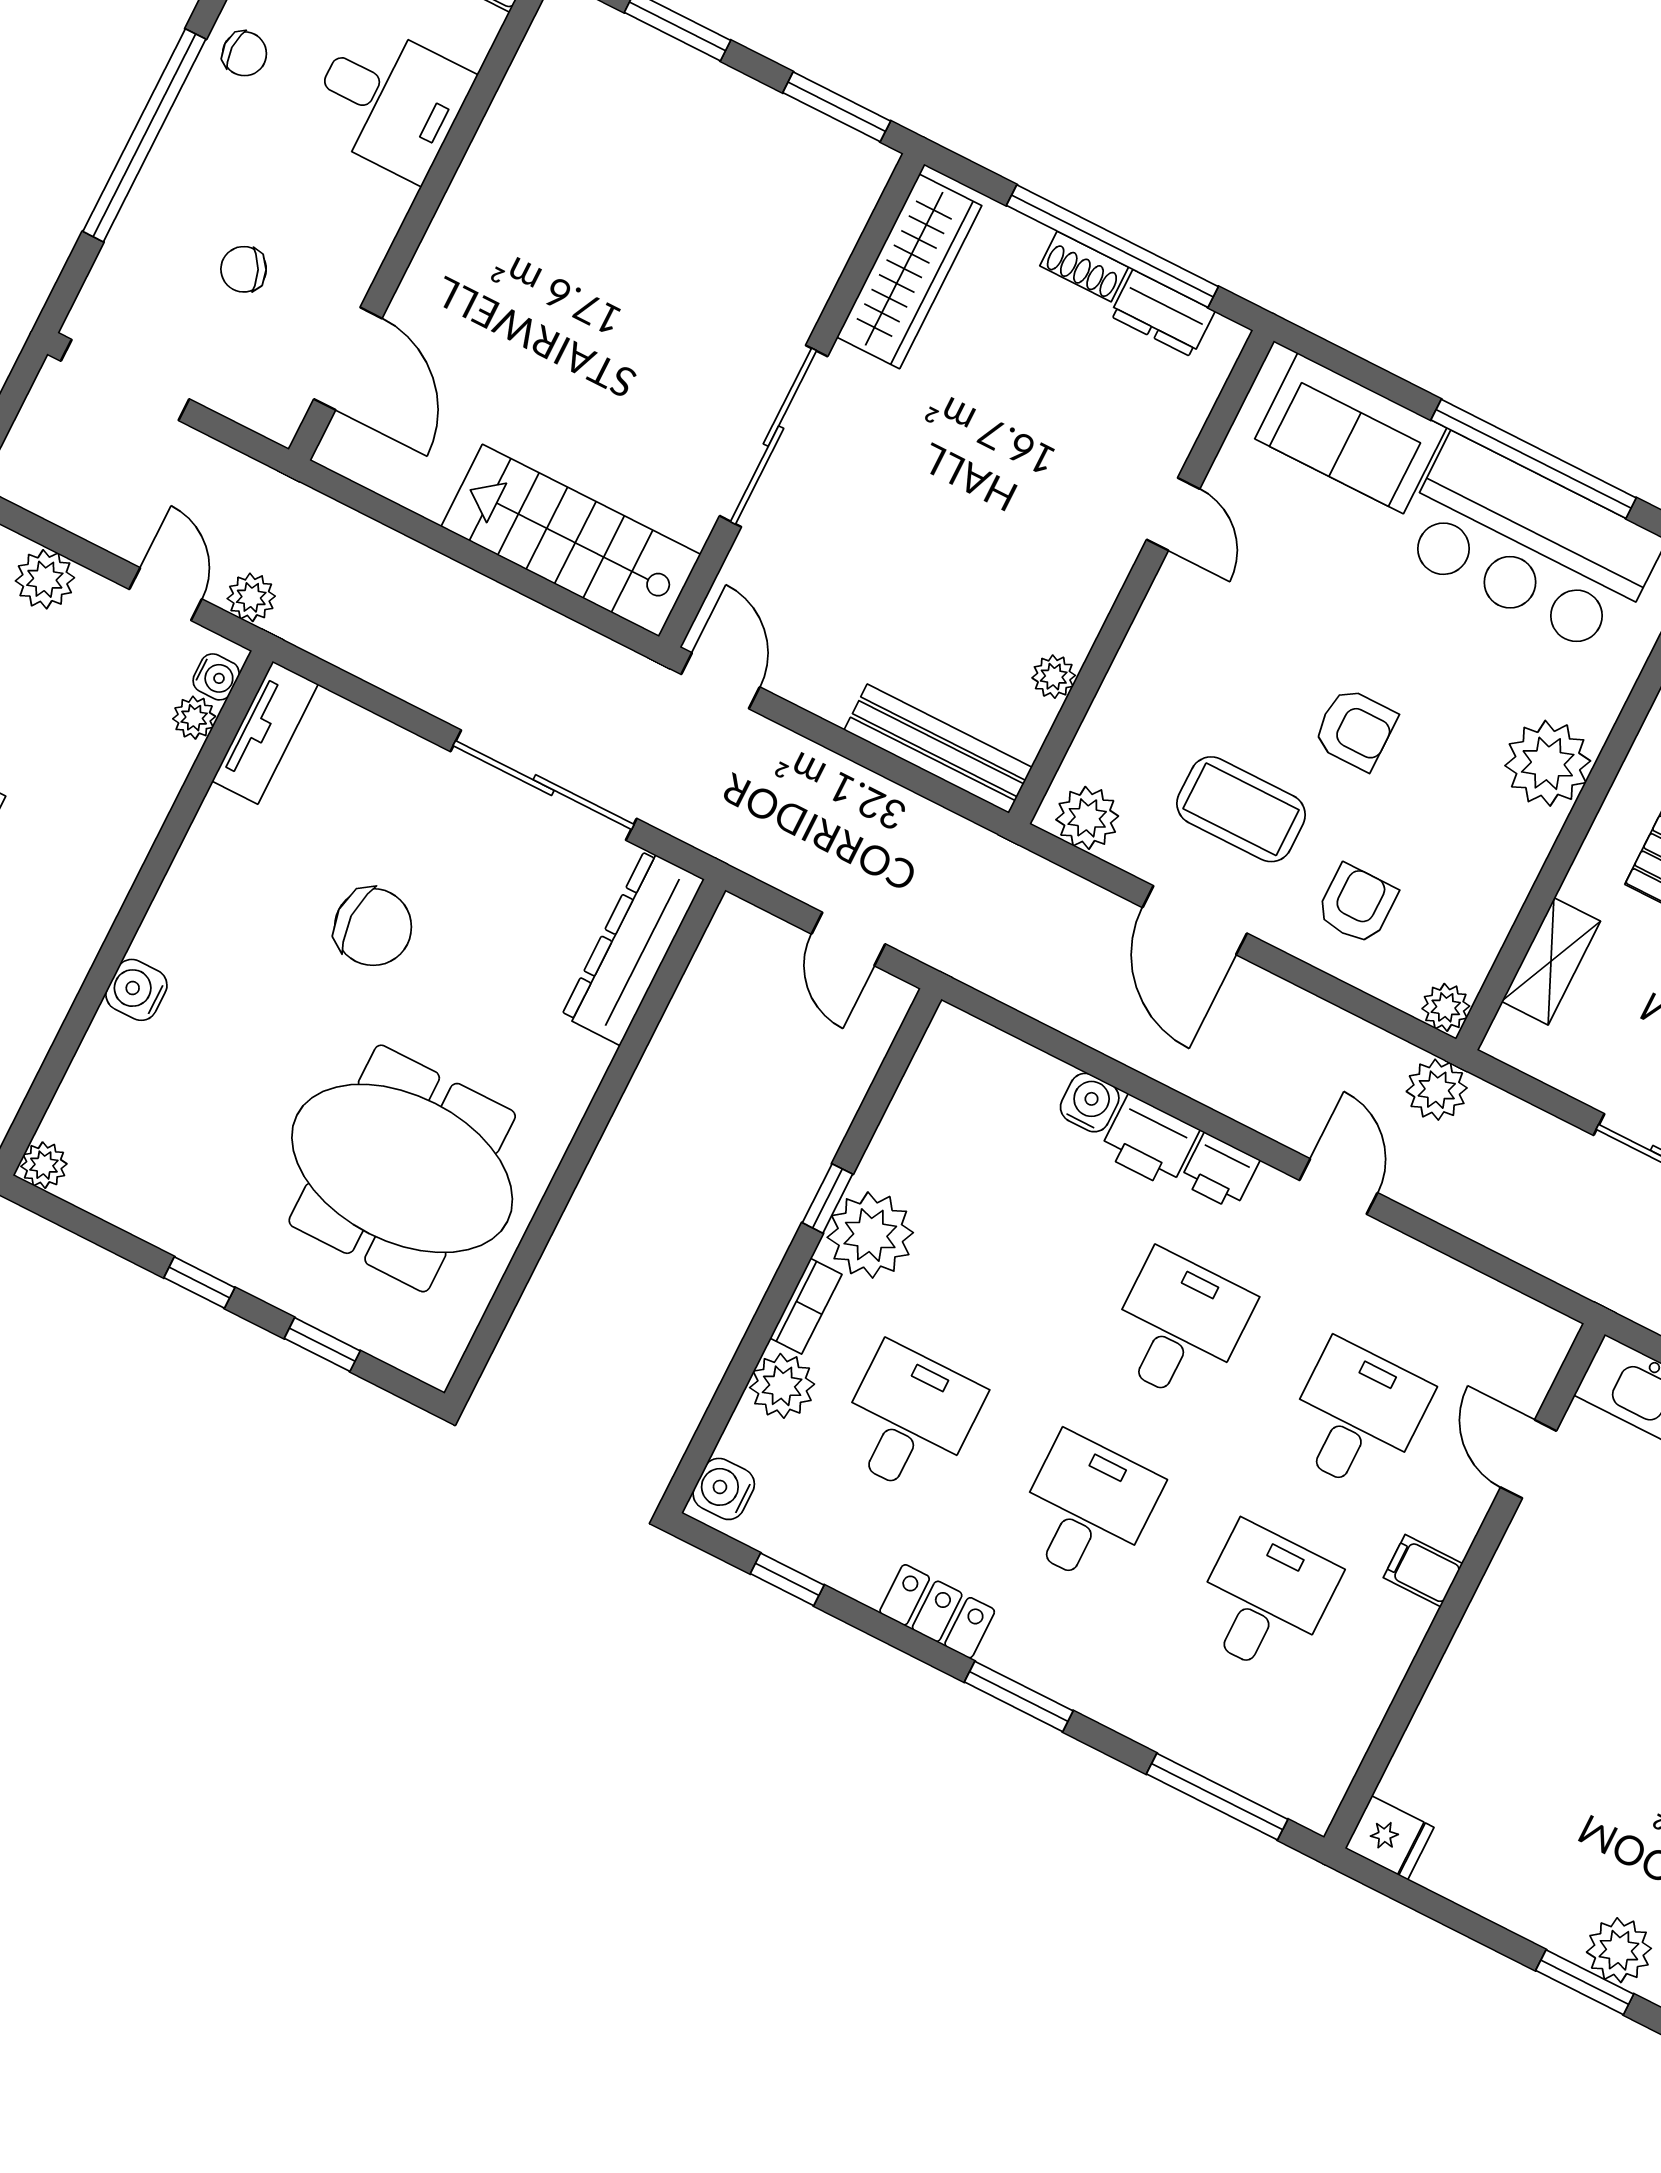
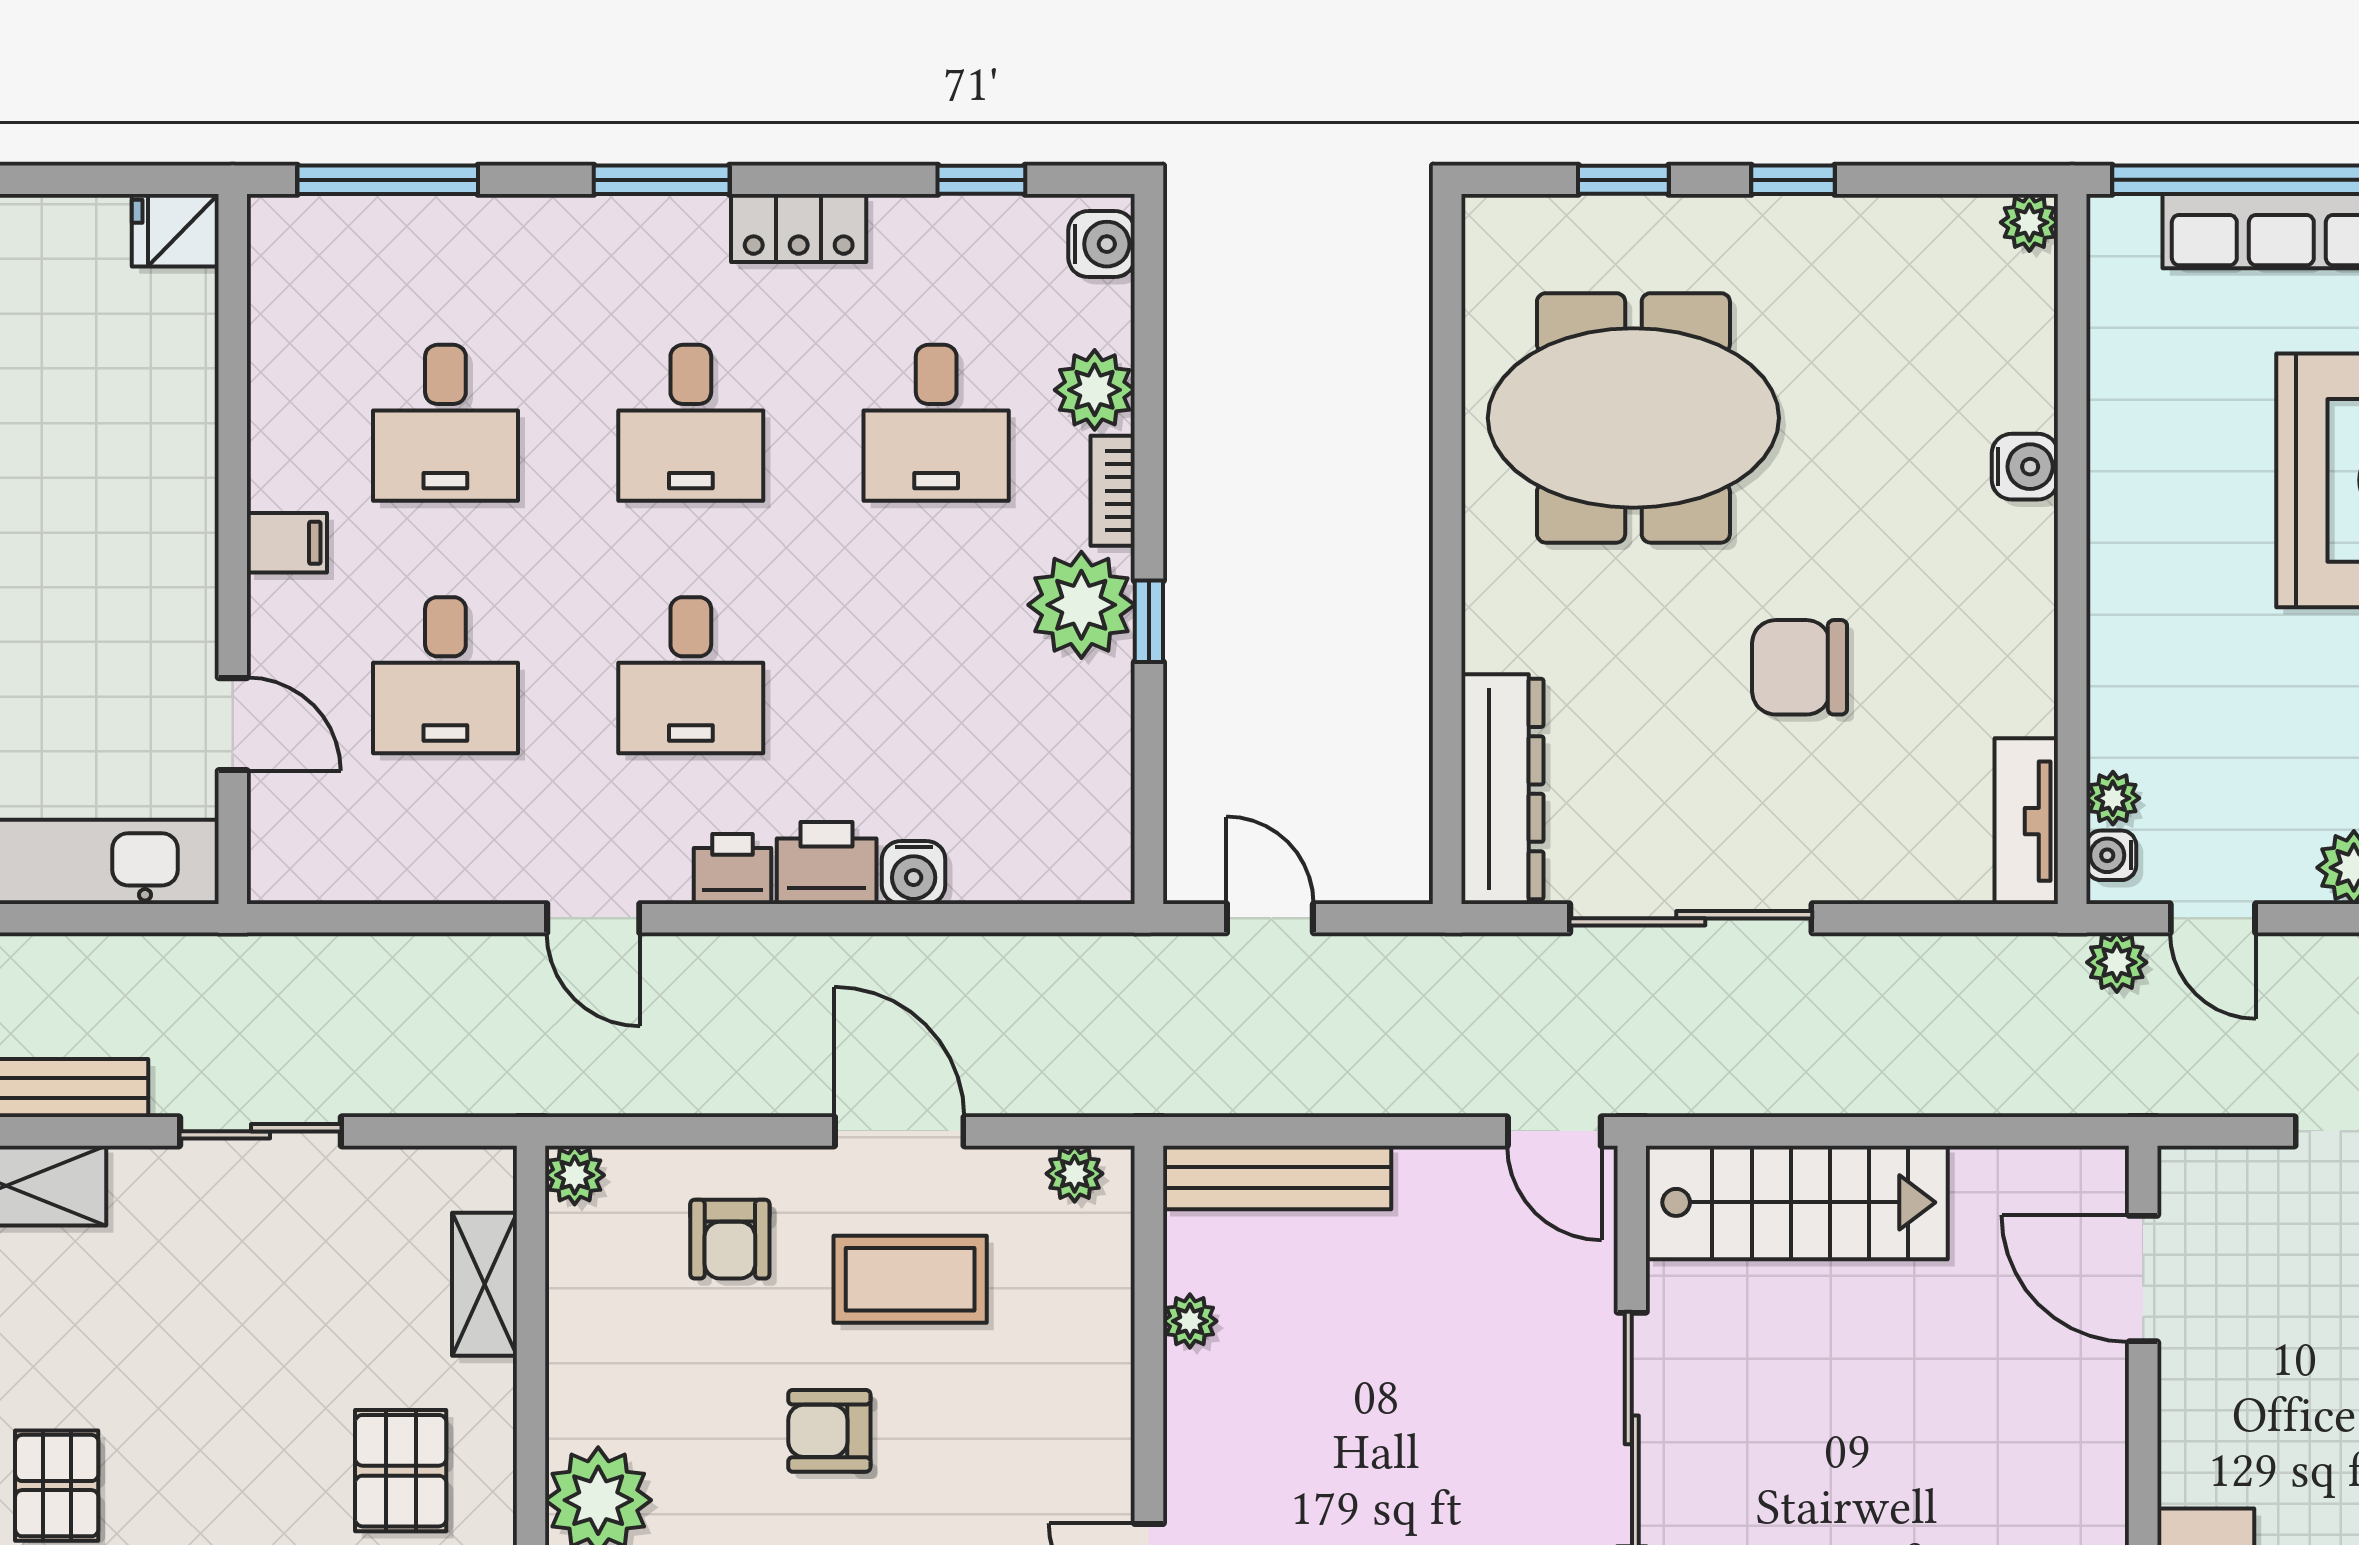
chair: (244, 269) -> (2308, 1319), removed
plant: (1087, 818) -> (1075, 1174), width x0.73, depth x0.73
plant: (1437, 1090) -> (539, 1079), removed

